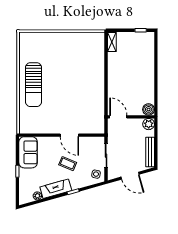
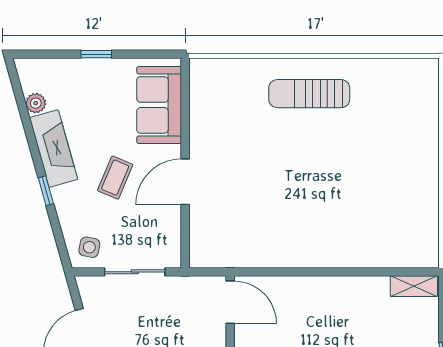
sun lounger: (34, 85) -> (309, 94), width x0.73, depth x0.75
door: (118, 117) -> (230, 302), hinge flipped
sofa: (28, 152) -> (159, 105), moved, turned 90

